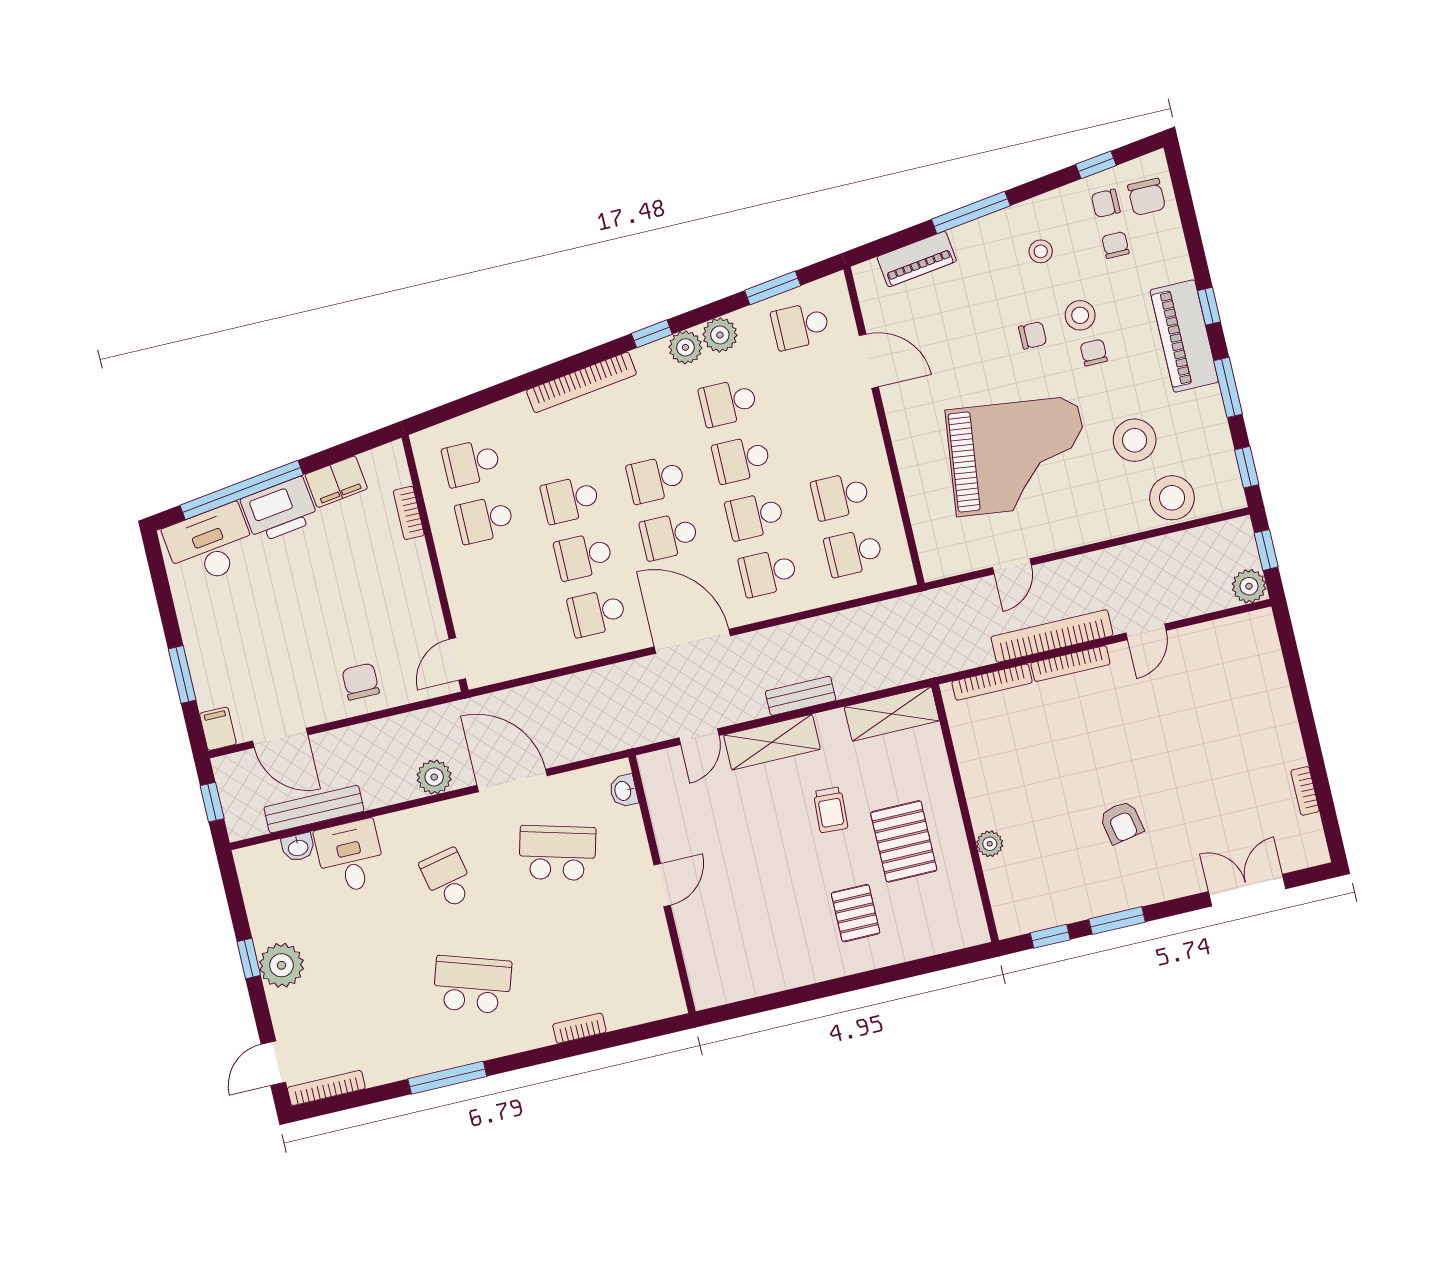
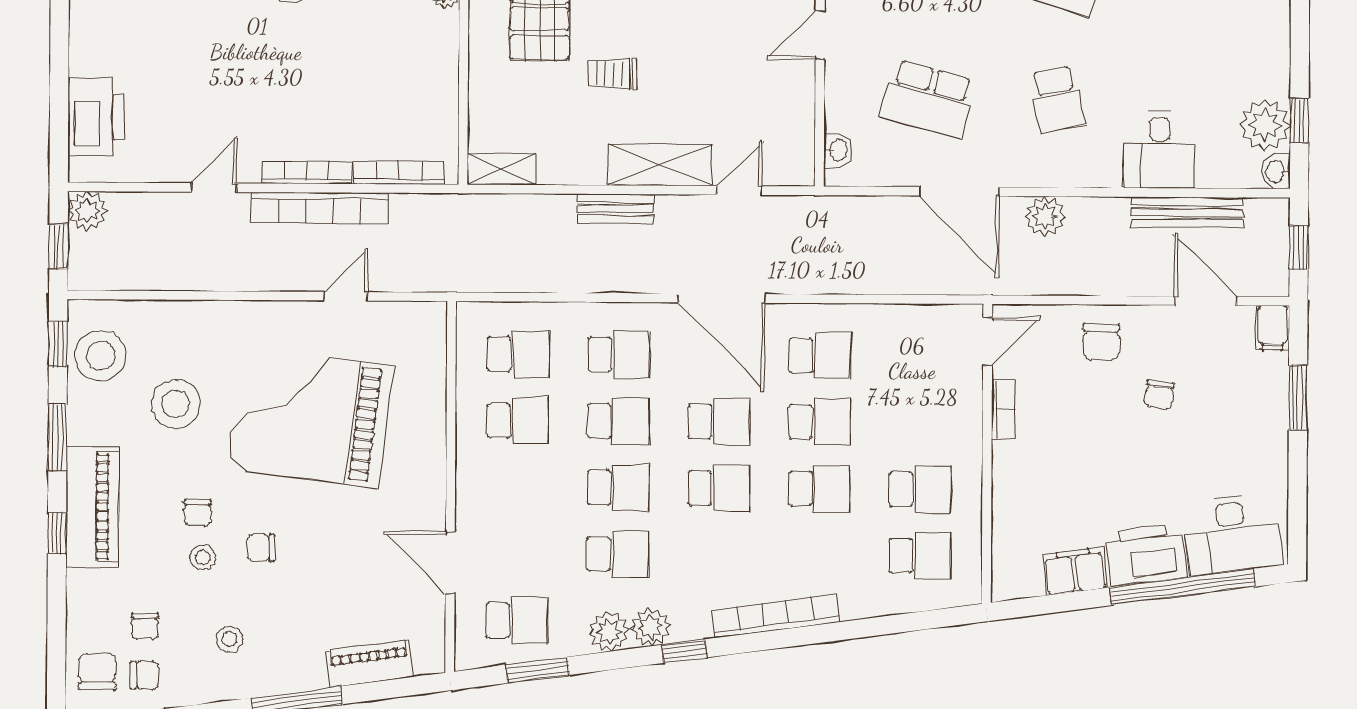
stool: (1080, 315) -> (203, 557), width x0.73, depth x0.73
stool: (1172, 498) -> (101, 356), moved
bookcase: (409, 513) -> (1003, 410), moved
chair: (301, 649) -> (1159, 395), added
printer: (1261, 668) -> (96, 117), added
shelving: (892, 714) -> (502, 169), width x0.67, depth x0.75
trolley: (831, 810) -> (613, 74), turned -93
washbasin: (298, 847) -> (1276, 171), moved, turned -90
window: (249, 958) -> (1299, 121), moved
plant: (281, 965) -> (1265, 125), moved

